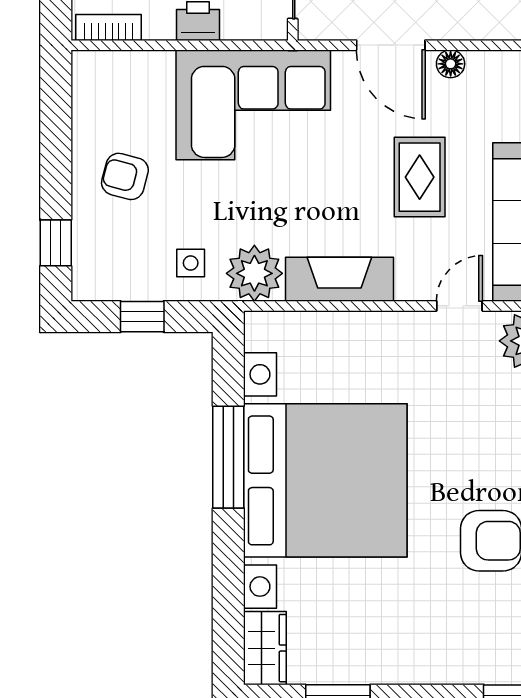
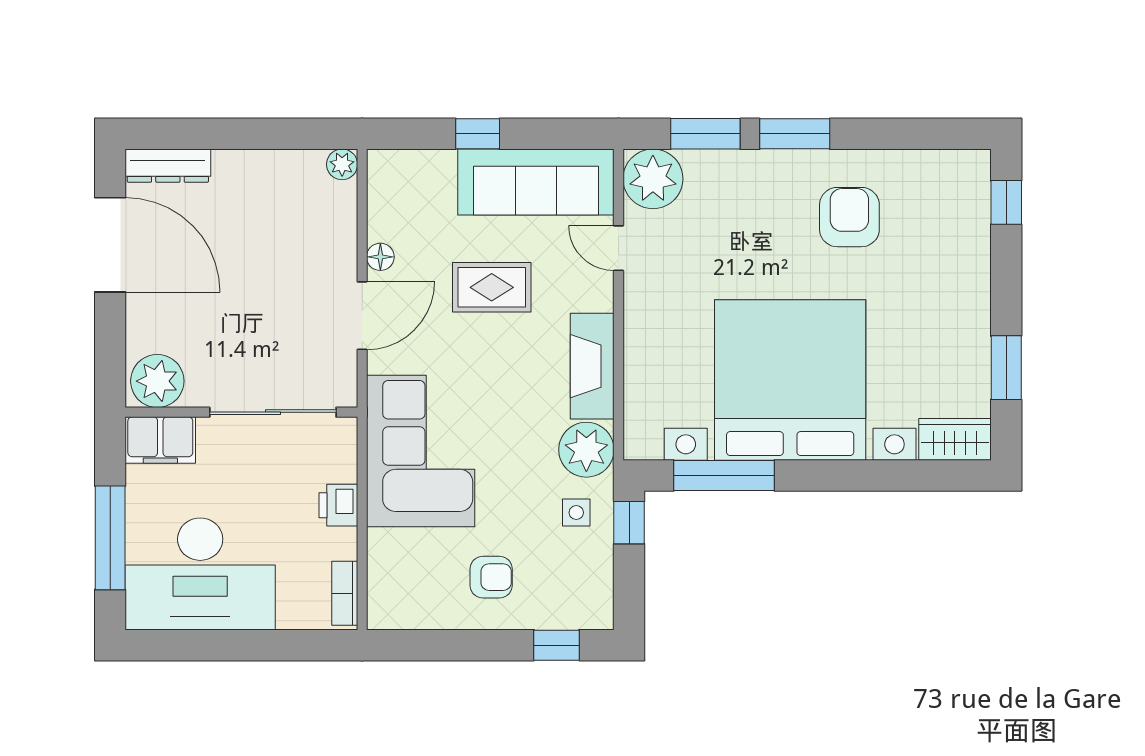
armchair: (125, 176) -> (491, 577), turned -105
window: (142, 317) -> (629, 523), moved
window: (228, 457) -> (724, 475), moved

